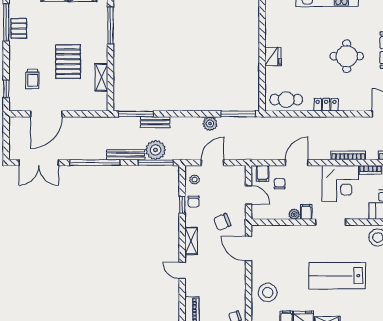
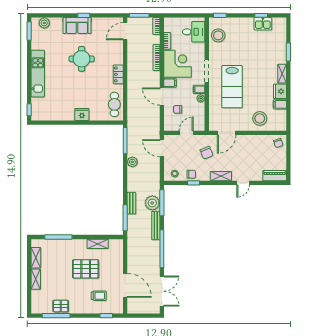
door: (212, 163) -> (162, 148), moved
filing cabinet: (263, 173) -> (170, 83), moved
lab bench: (337, 276) -> (232, 87), moved

